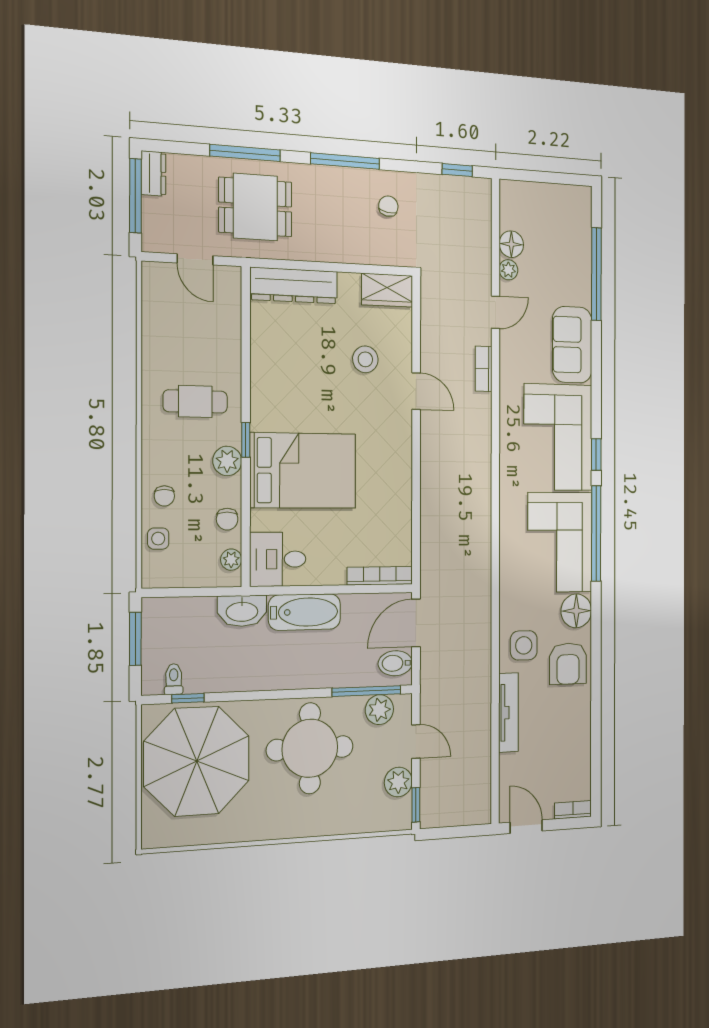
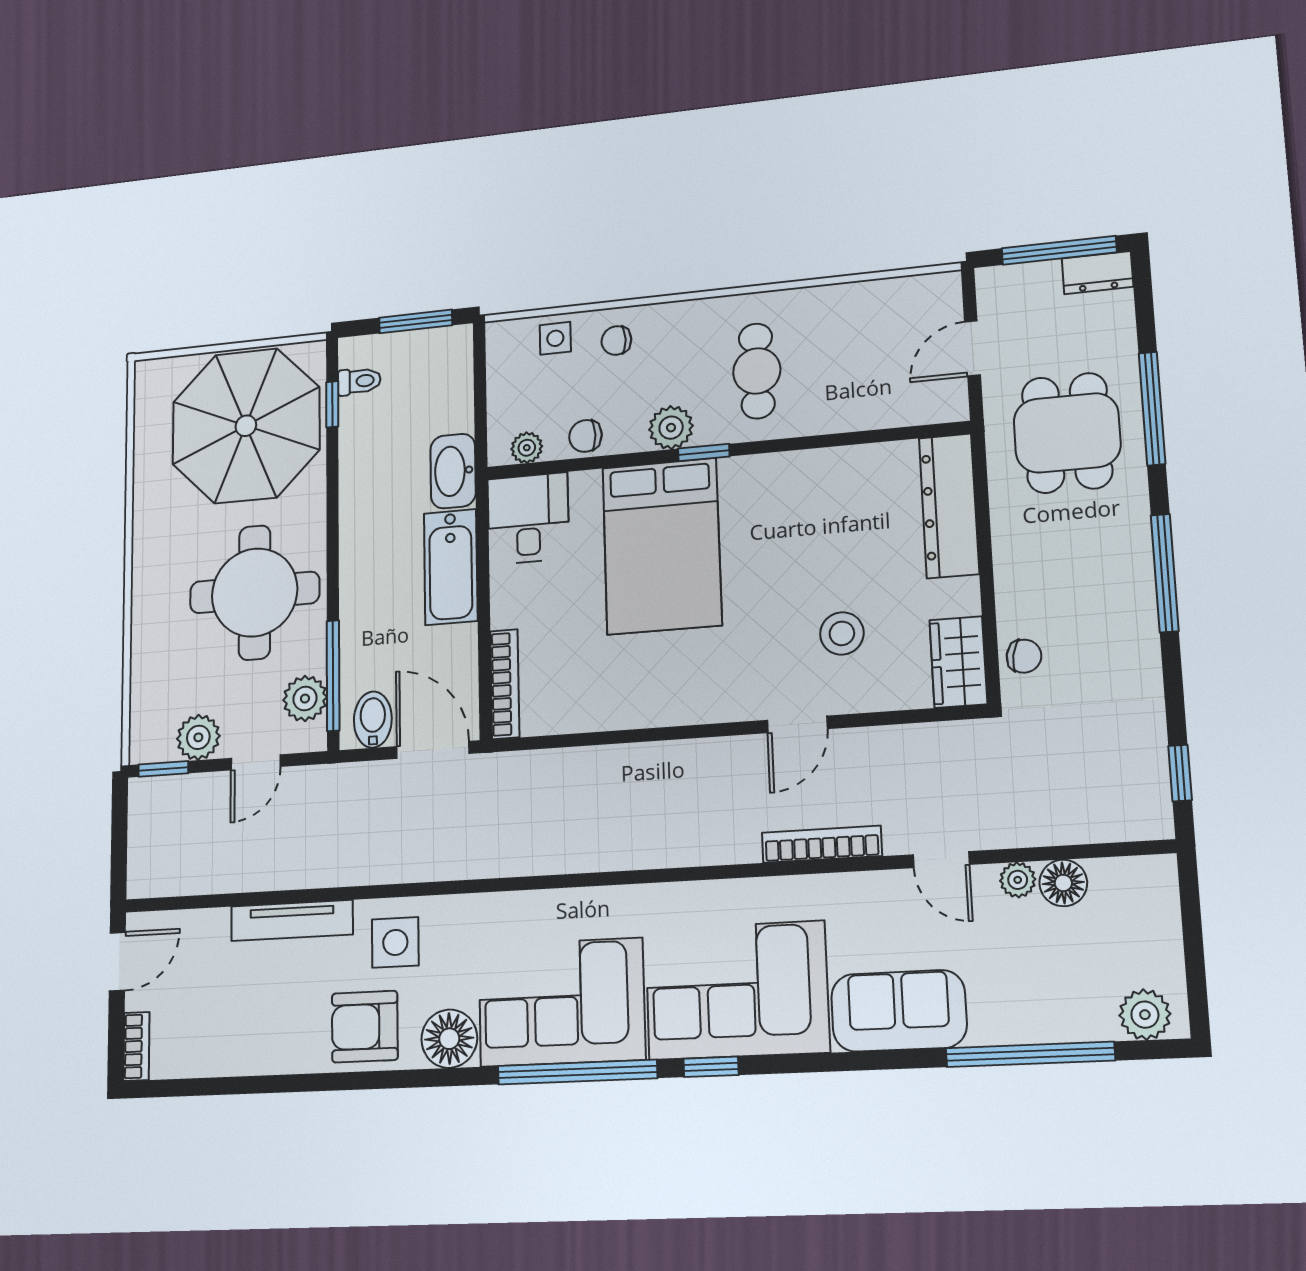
chair: (388, 206) -> (1024, 656), moved
plant: (579, 209) -> (1145, 1015), added
bookcase: (484, 369) -> (822, 844), width x1.56

